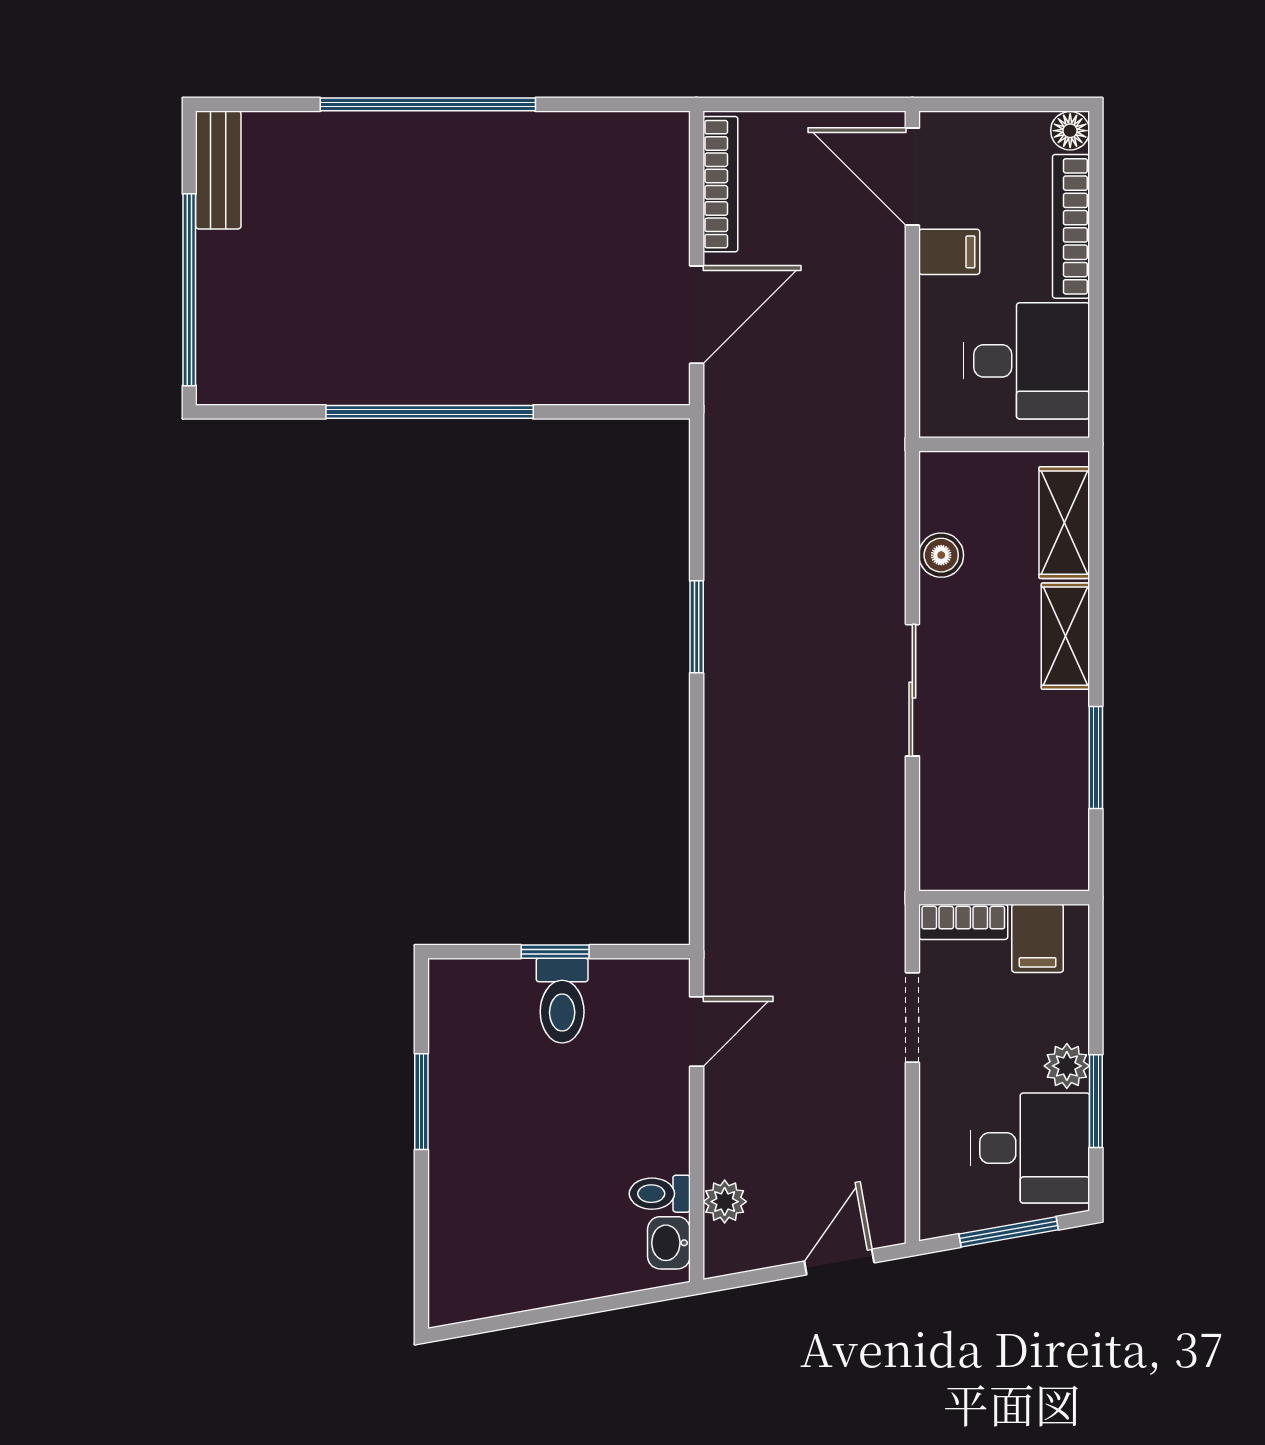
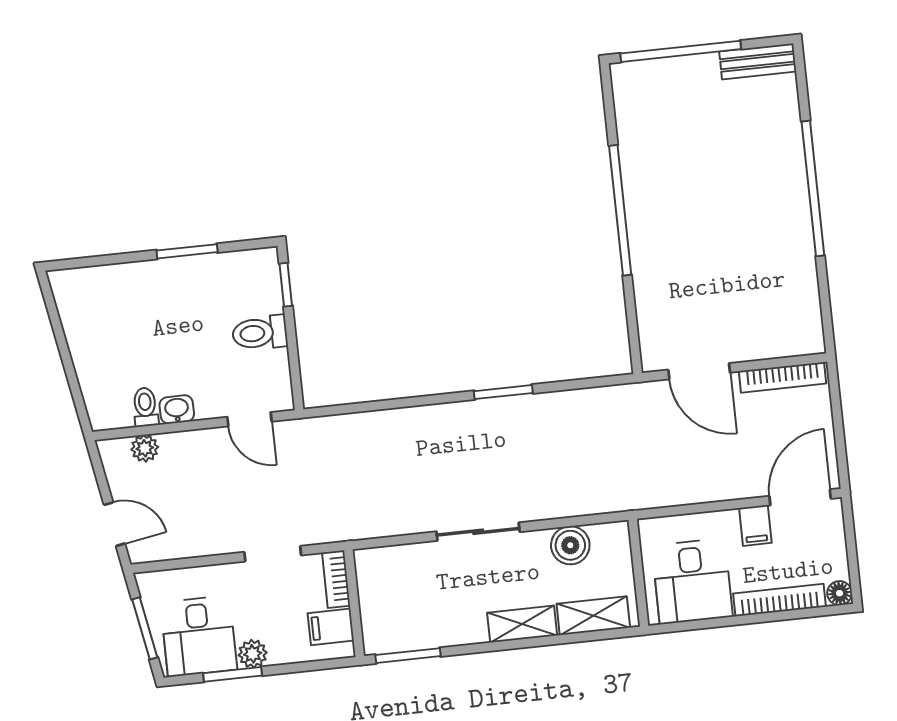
boiler: (941, 555) -> (570, 545), width x1.36, depth x1.36
window: (1096, 758) -> (408, 656), moved
window: (555, 952) -> (286, 285), moved
washbasin: (669, 1243) -> (177, 409), moved

